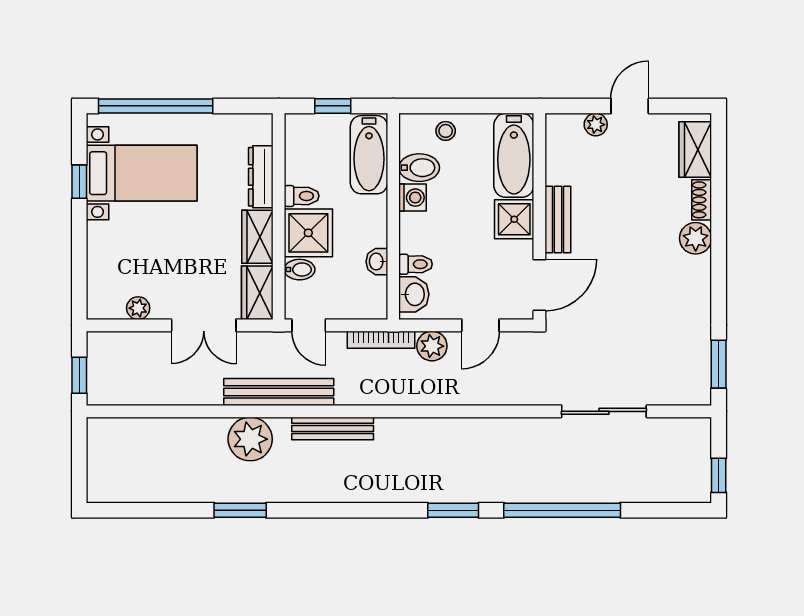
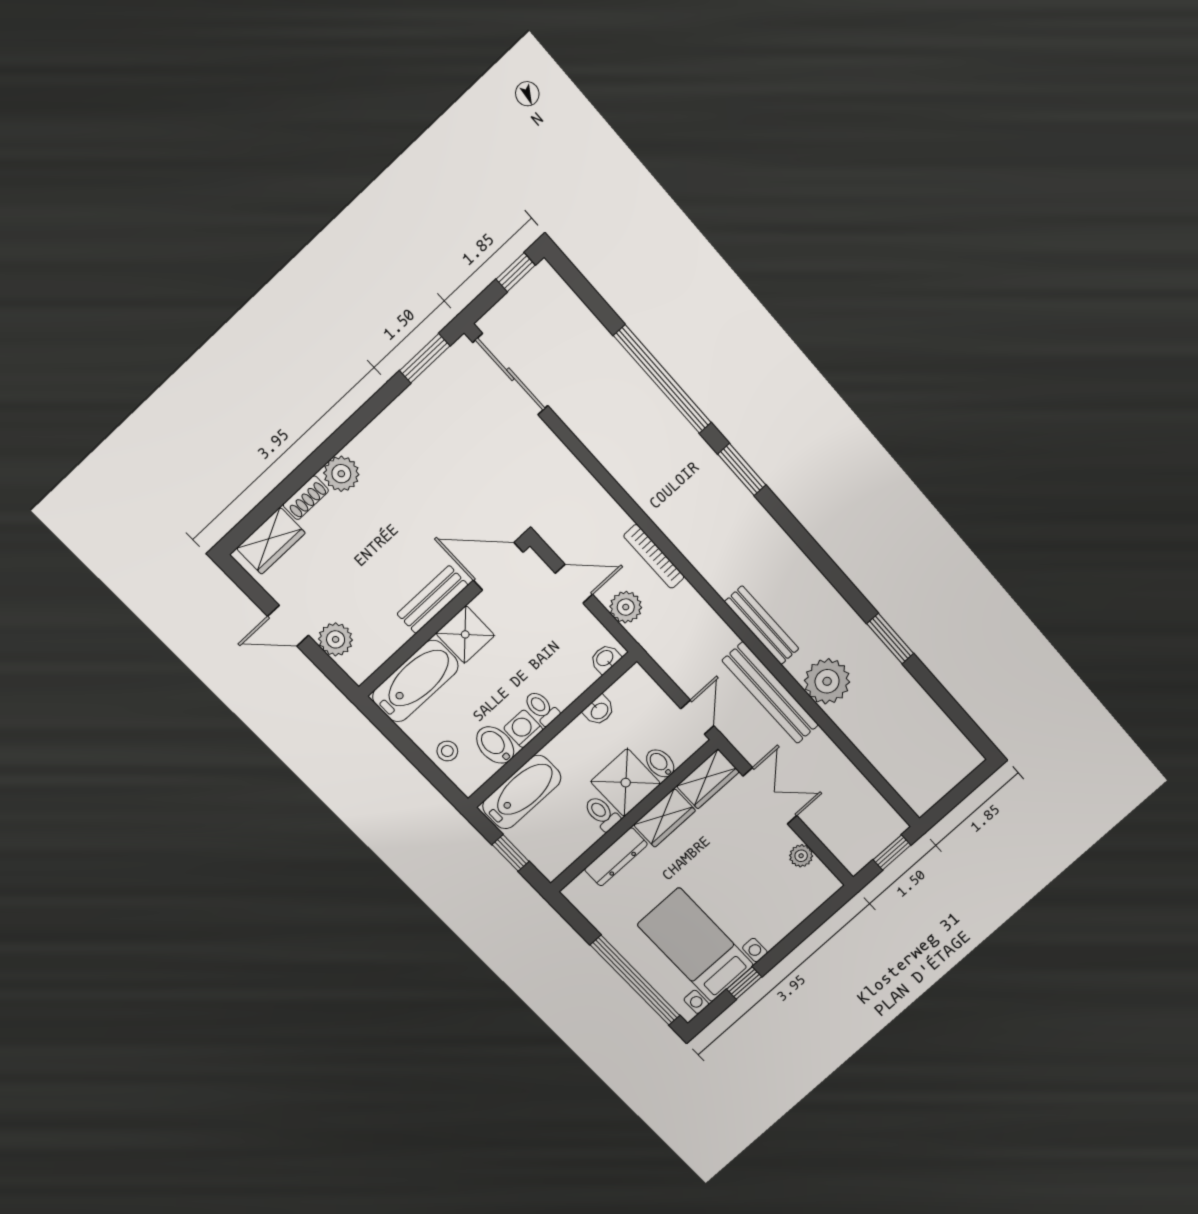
plant: (596, 125) -> (336, 639), width x1.38, depth x1.38
toilet: (416, 264) -> (541, 708), moved
washbasin: (414, 294) -> (605, 659), width x0.72, depth x0.69
bookcase: (381, 340) -> (654, 556), moved, turned 180
sliding door: (604, 411) -> (510, 374), moved

